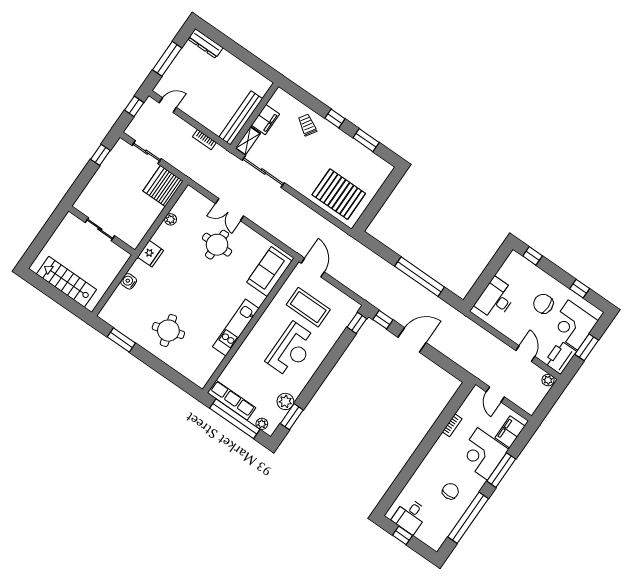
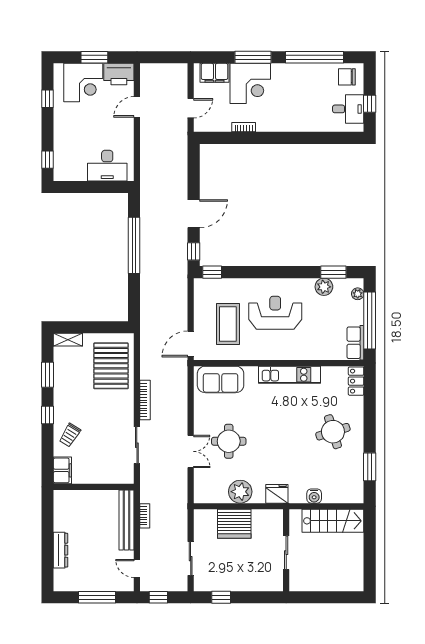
dresser: (205, 43) -> (60, 550), moved
bench: (241, 118) -> (127, 520), moved, turned 90
filing cabinet: (265, 120) -> (62, 470), moved, turned 90
shelving: (248, 141) -> (68, 340), moved
sliding door: (263, 172) -> (137, 445), width x0.73
server rack: (163, 186) -> (234, 524), moved
bookcase: (294, 202) -> (145, 400), added
plant: (171, 219) -> (240, 492), width x1.87, depth x1.87
stairs: (67, 282) -> (333, 521), moved, turned -90
chair: (543, 304) -> (83, 121), removed
door: (412, 340) -> (194, 214), swing flipped
locker: (195, 376) -> (356, 381), added
plant: (548, 380) -> (146, 71), removed
row of seats: (232, 400) -> (355, 343), width x0.68
chair: (450, 491) -> (347, 77), moved

